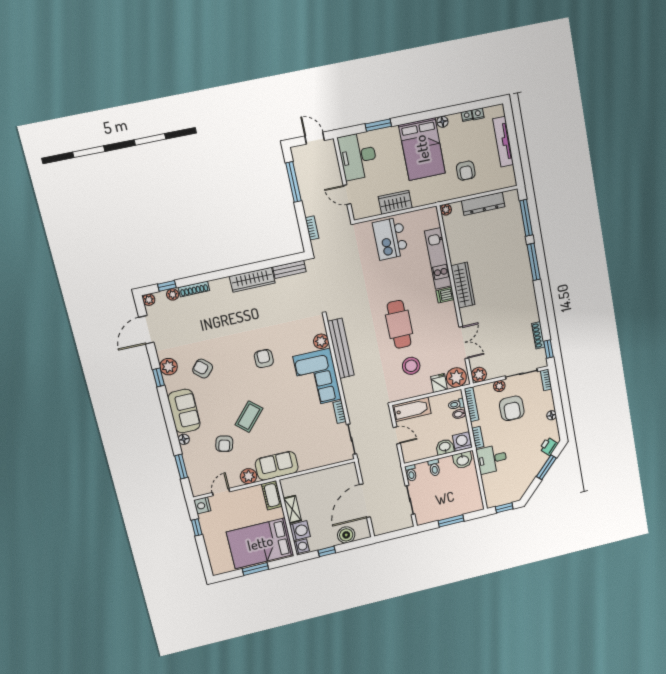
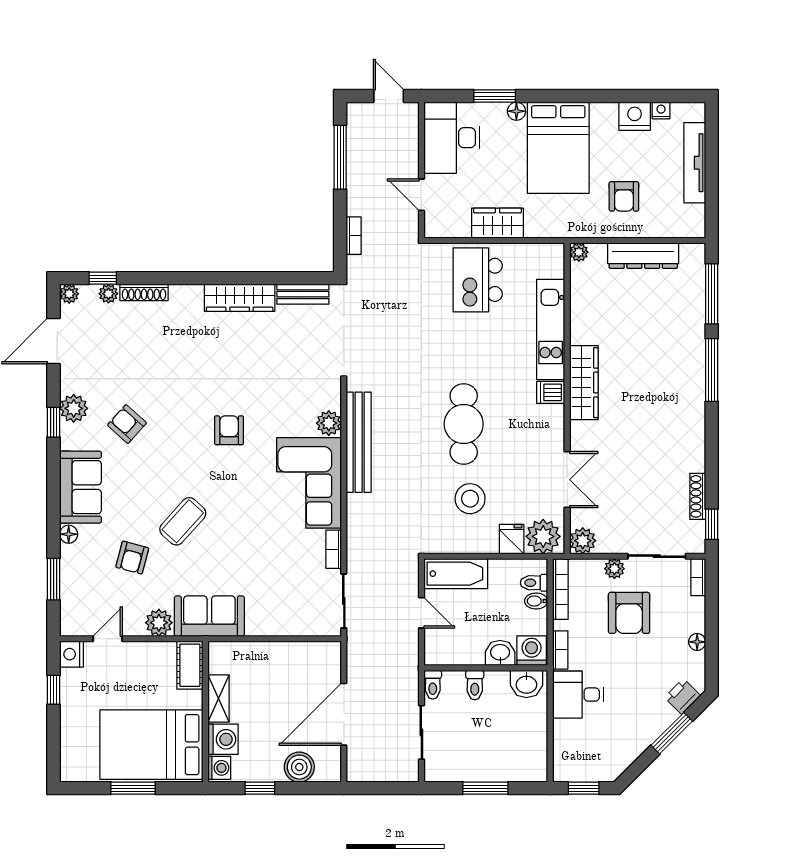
nightstand: (467, 116) -> (635, 116), width x1.89, depth x1.79
floor lamp: (442, 122) -> (516, 111), moved

